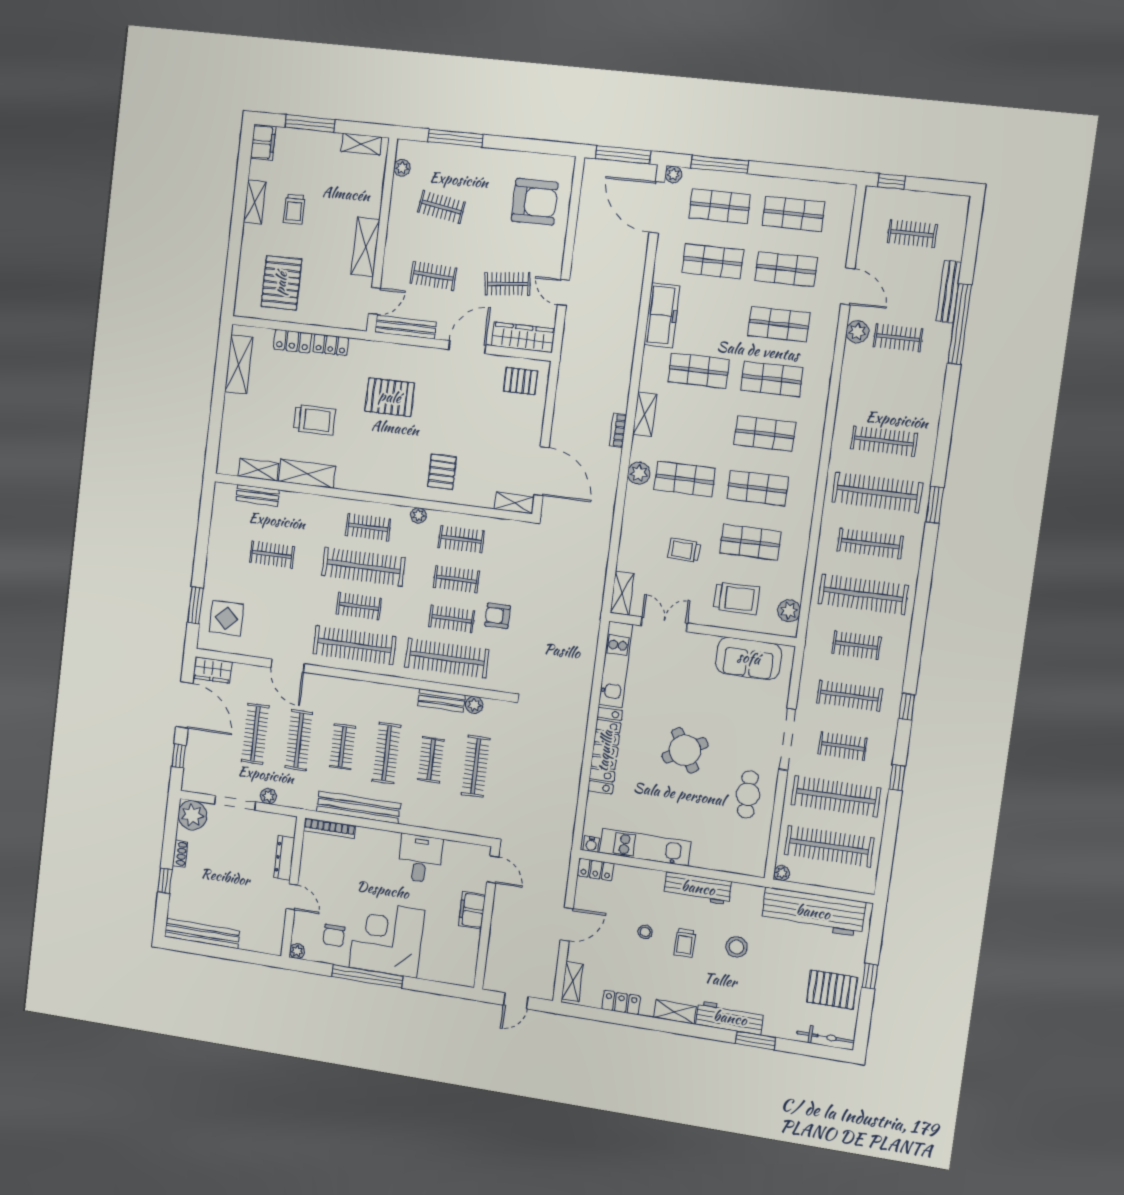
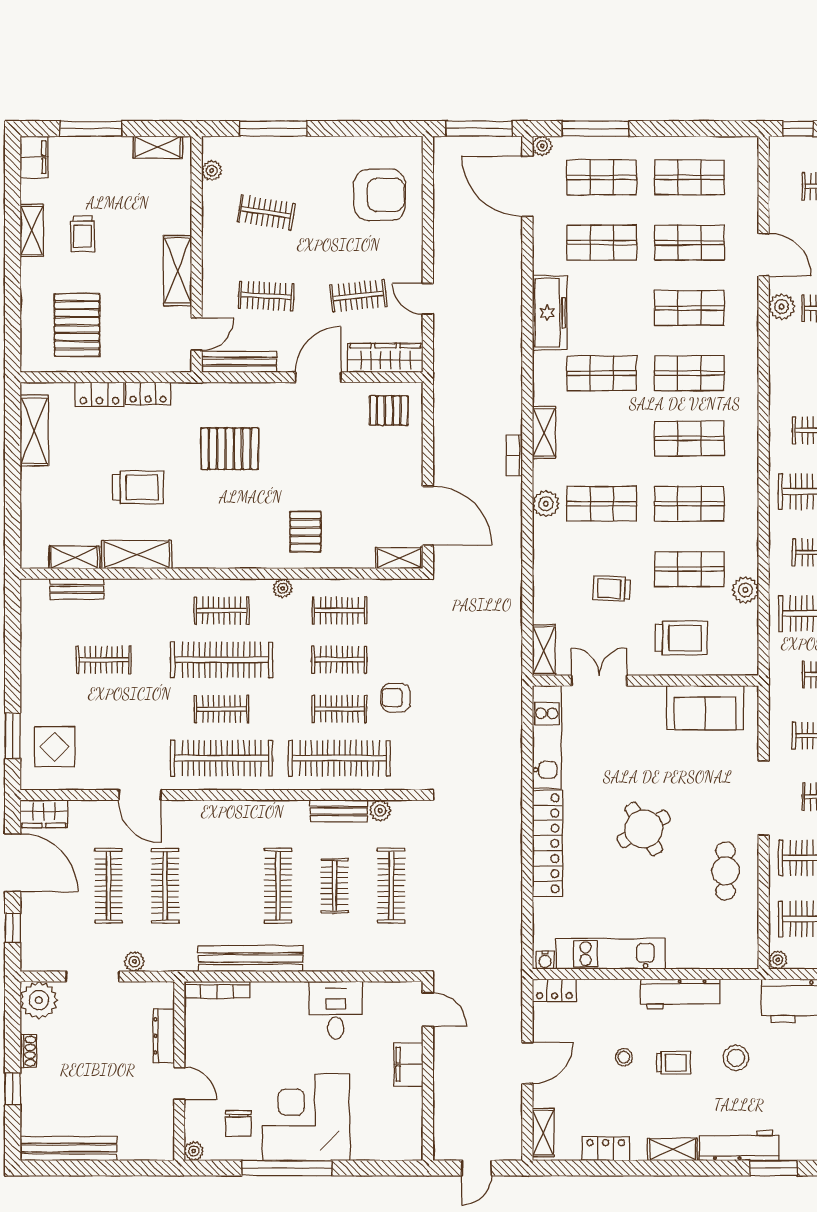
plant: (789, 611) -> (745, 590), moved
clothes rail: (343, 747) -> (222, 886), removed
trolley: (685, 943) -> (673, 1063), turned -90

